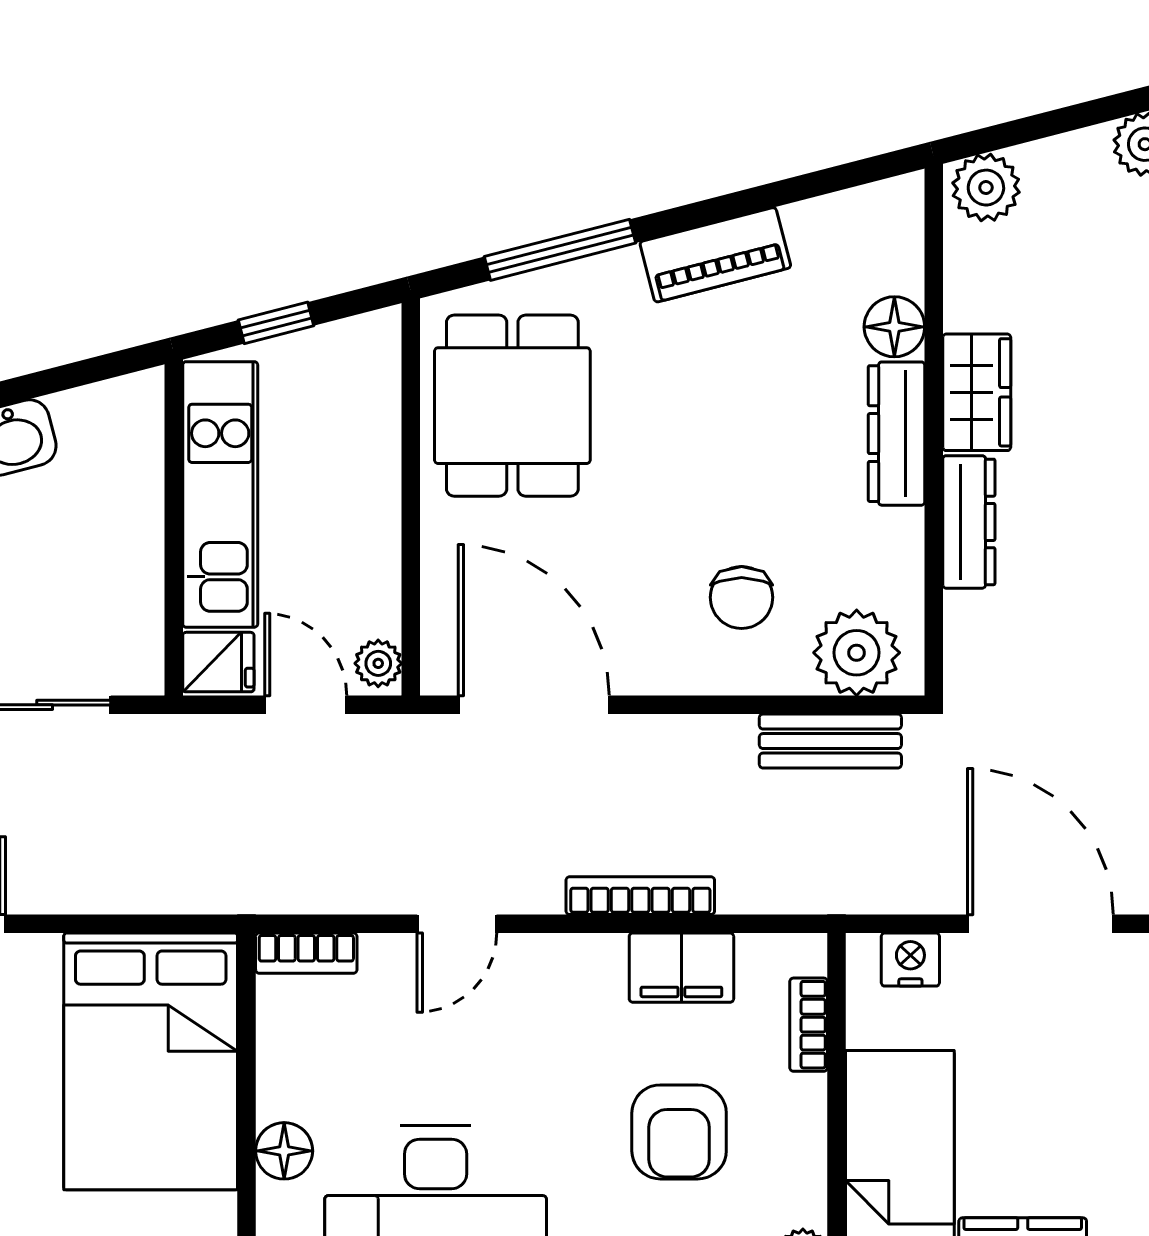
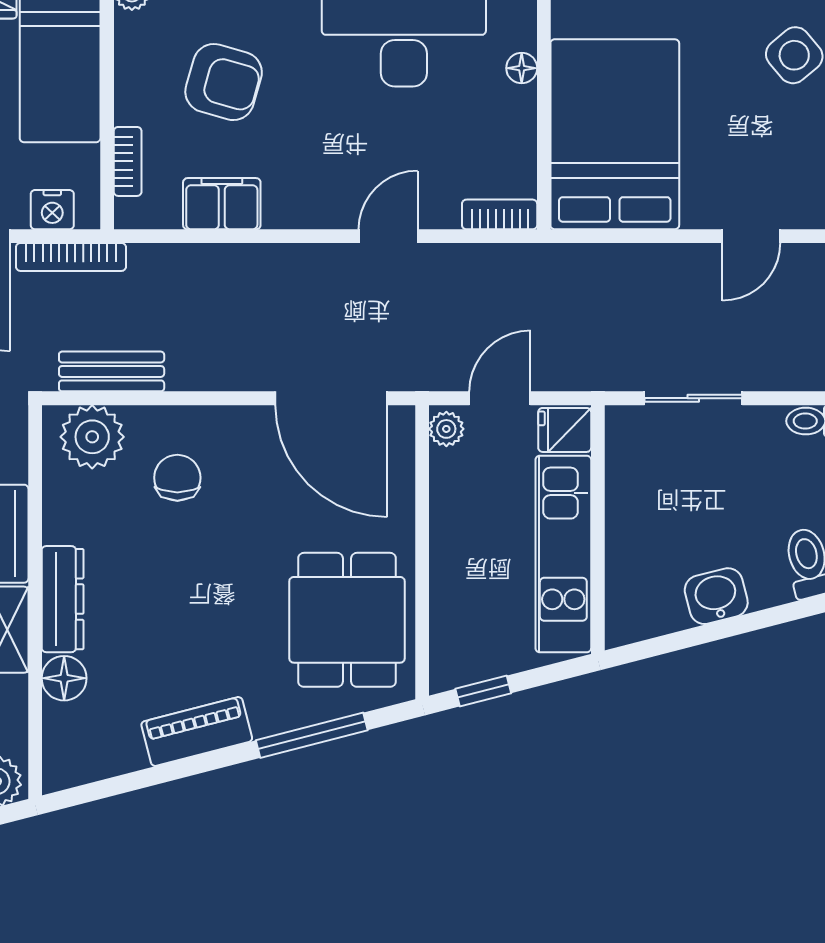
window: (276, 323) -> (483, 691), moved
door: (306, 705) -> (500, 398), swing flipped
bookcase: (640, 896) -> (71, 257), moved
armchair: (679, 1132) -> (224, 82), turned 106
floor lamp: (284, 1151) -> (522, 68), width x0.73, depth x0.73

